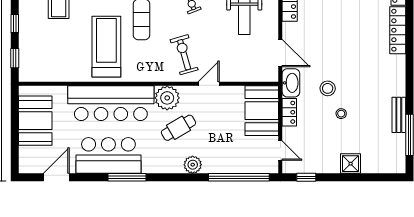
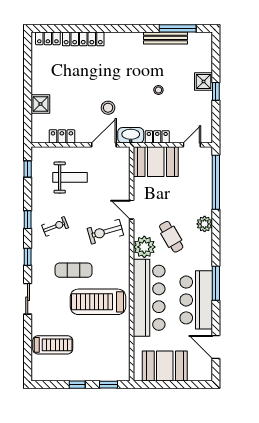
stool: (328, 88) -> (108, 108), moved
bench: (399, 115) -> (165, 38), width x1.36
window: (306, 177) -> (216, 91), moved

